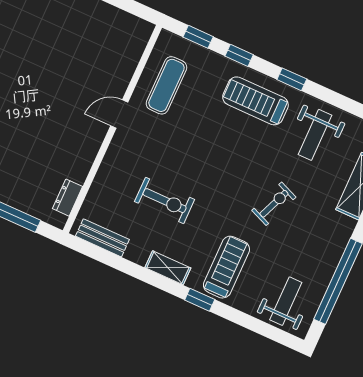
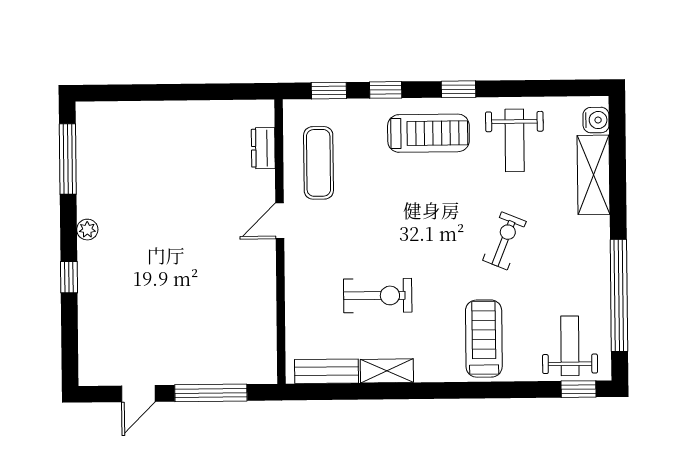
treadmill: (255, 101) -> (428, 133), turned 180
dresser: (68, 198) -> (263, 148), moved
shelving: (168, 268) -> (387, 371), moved
window: (200, 300) -> (578, 389), moved

